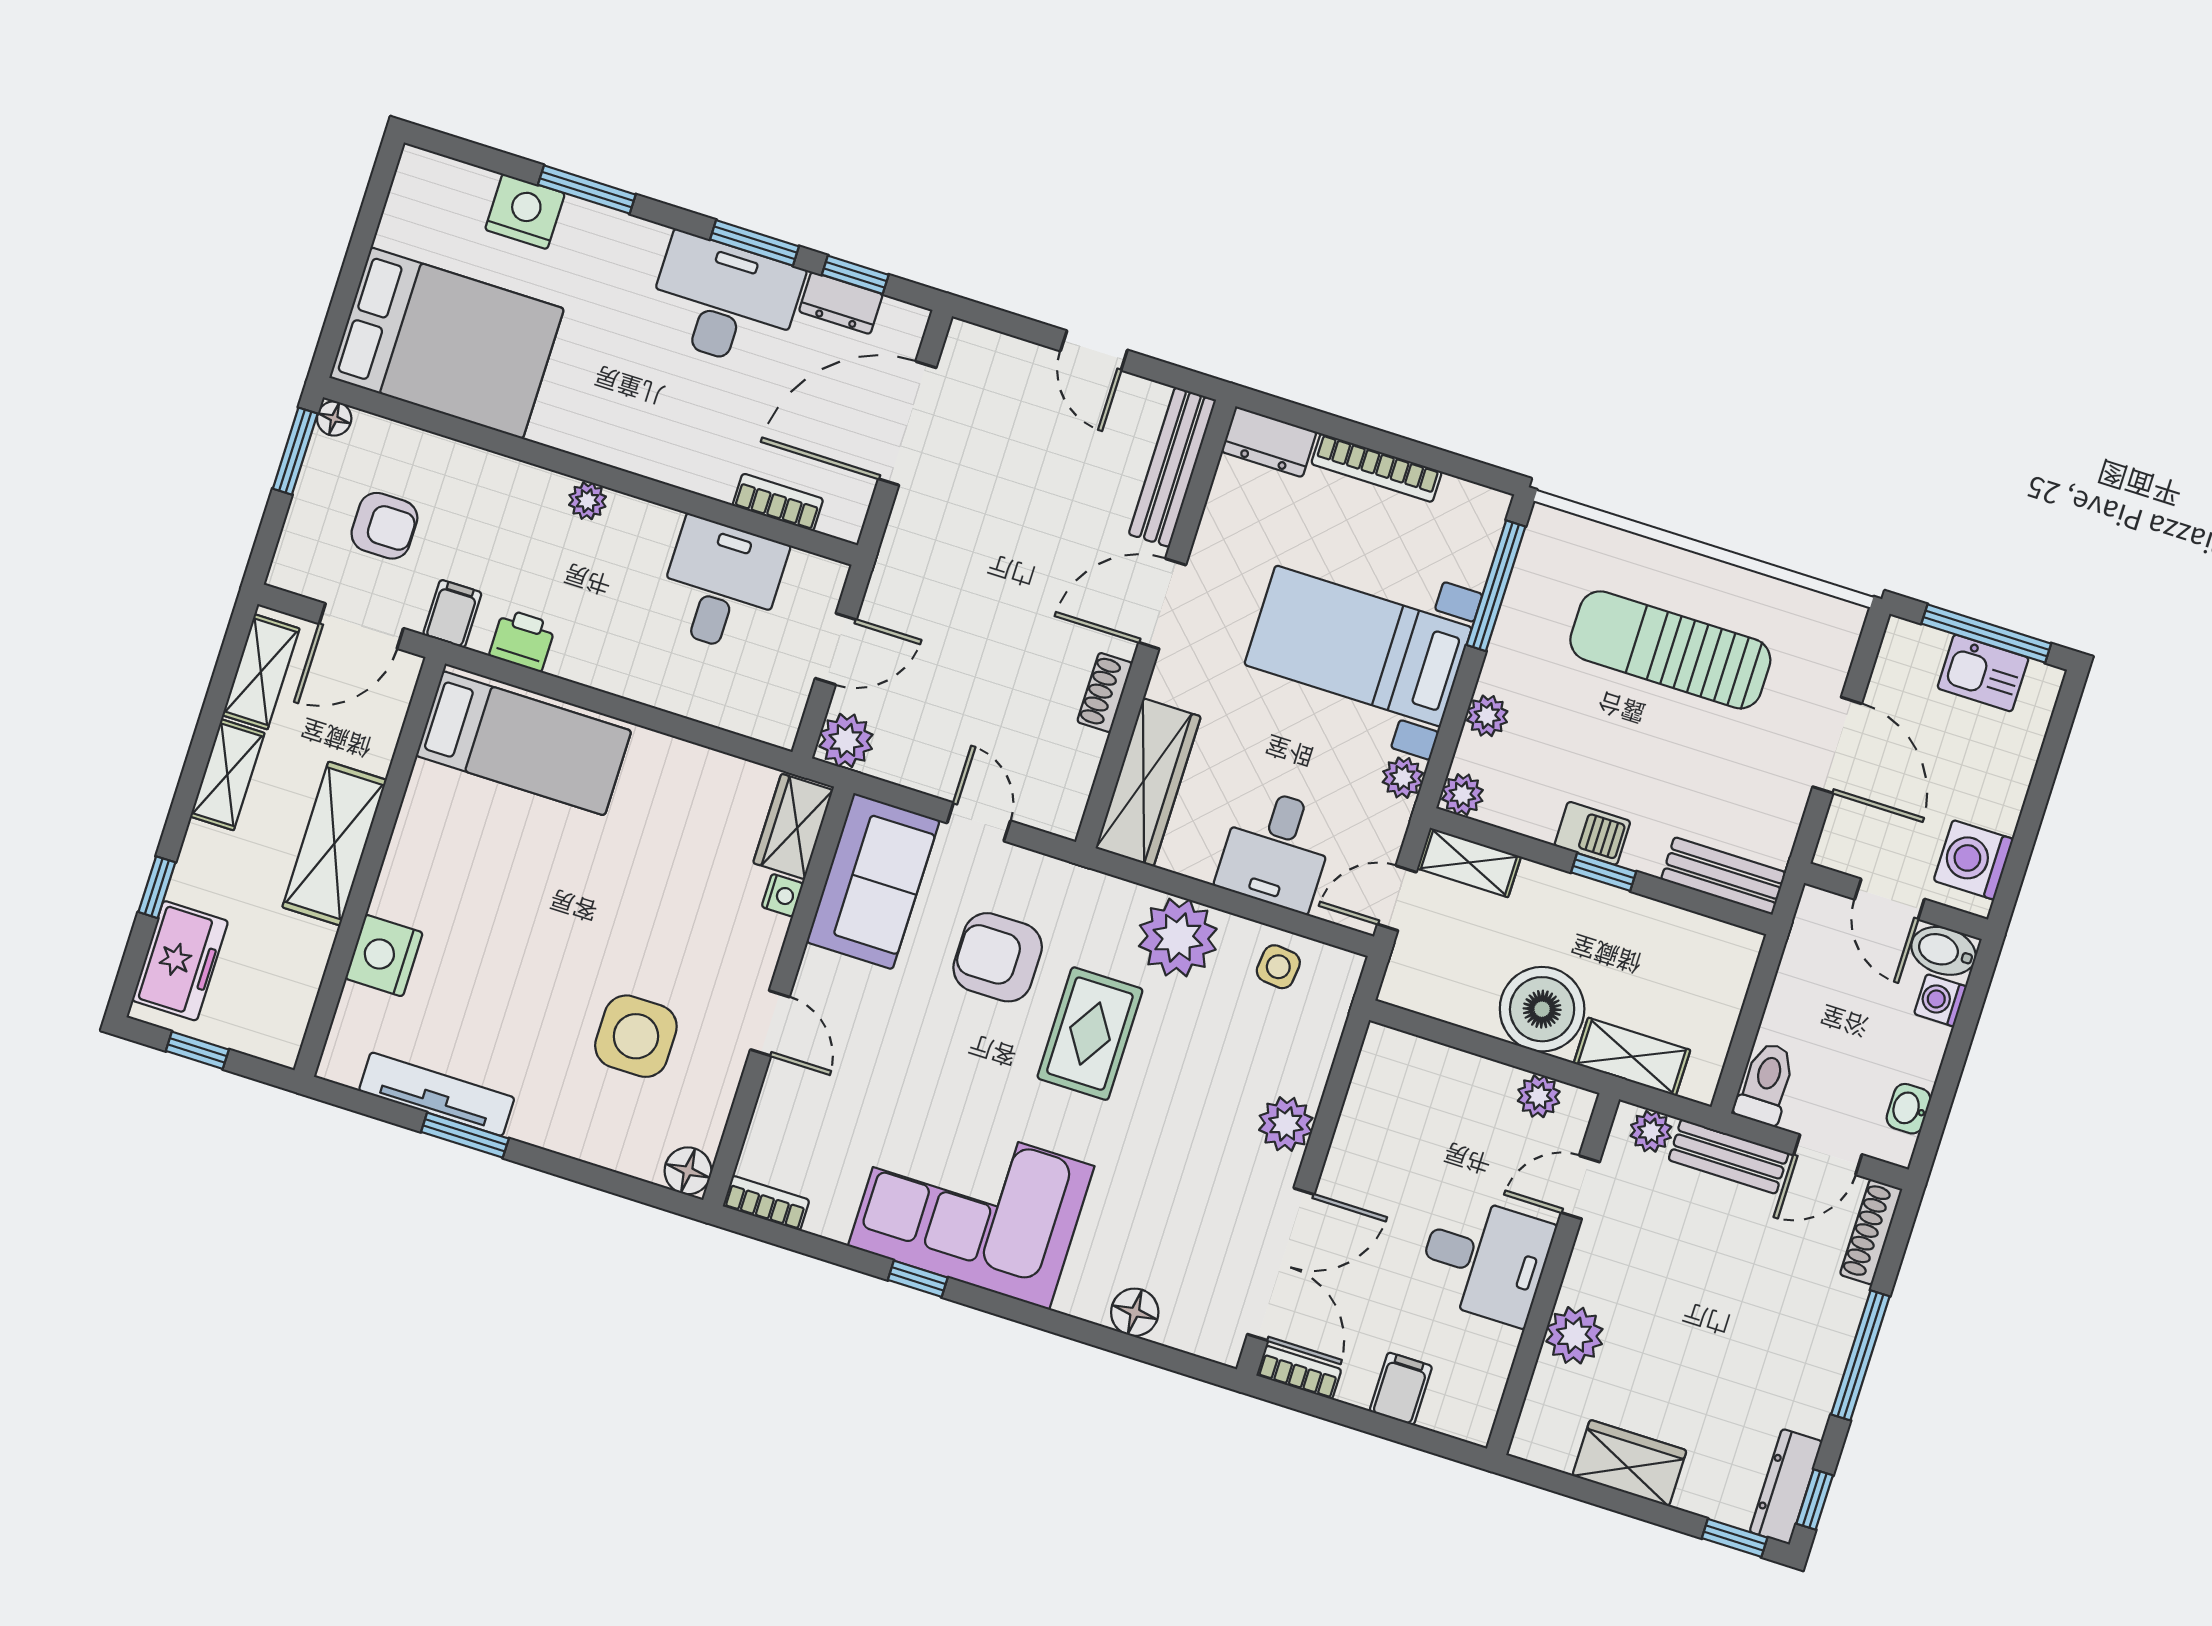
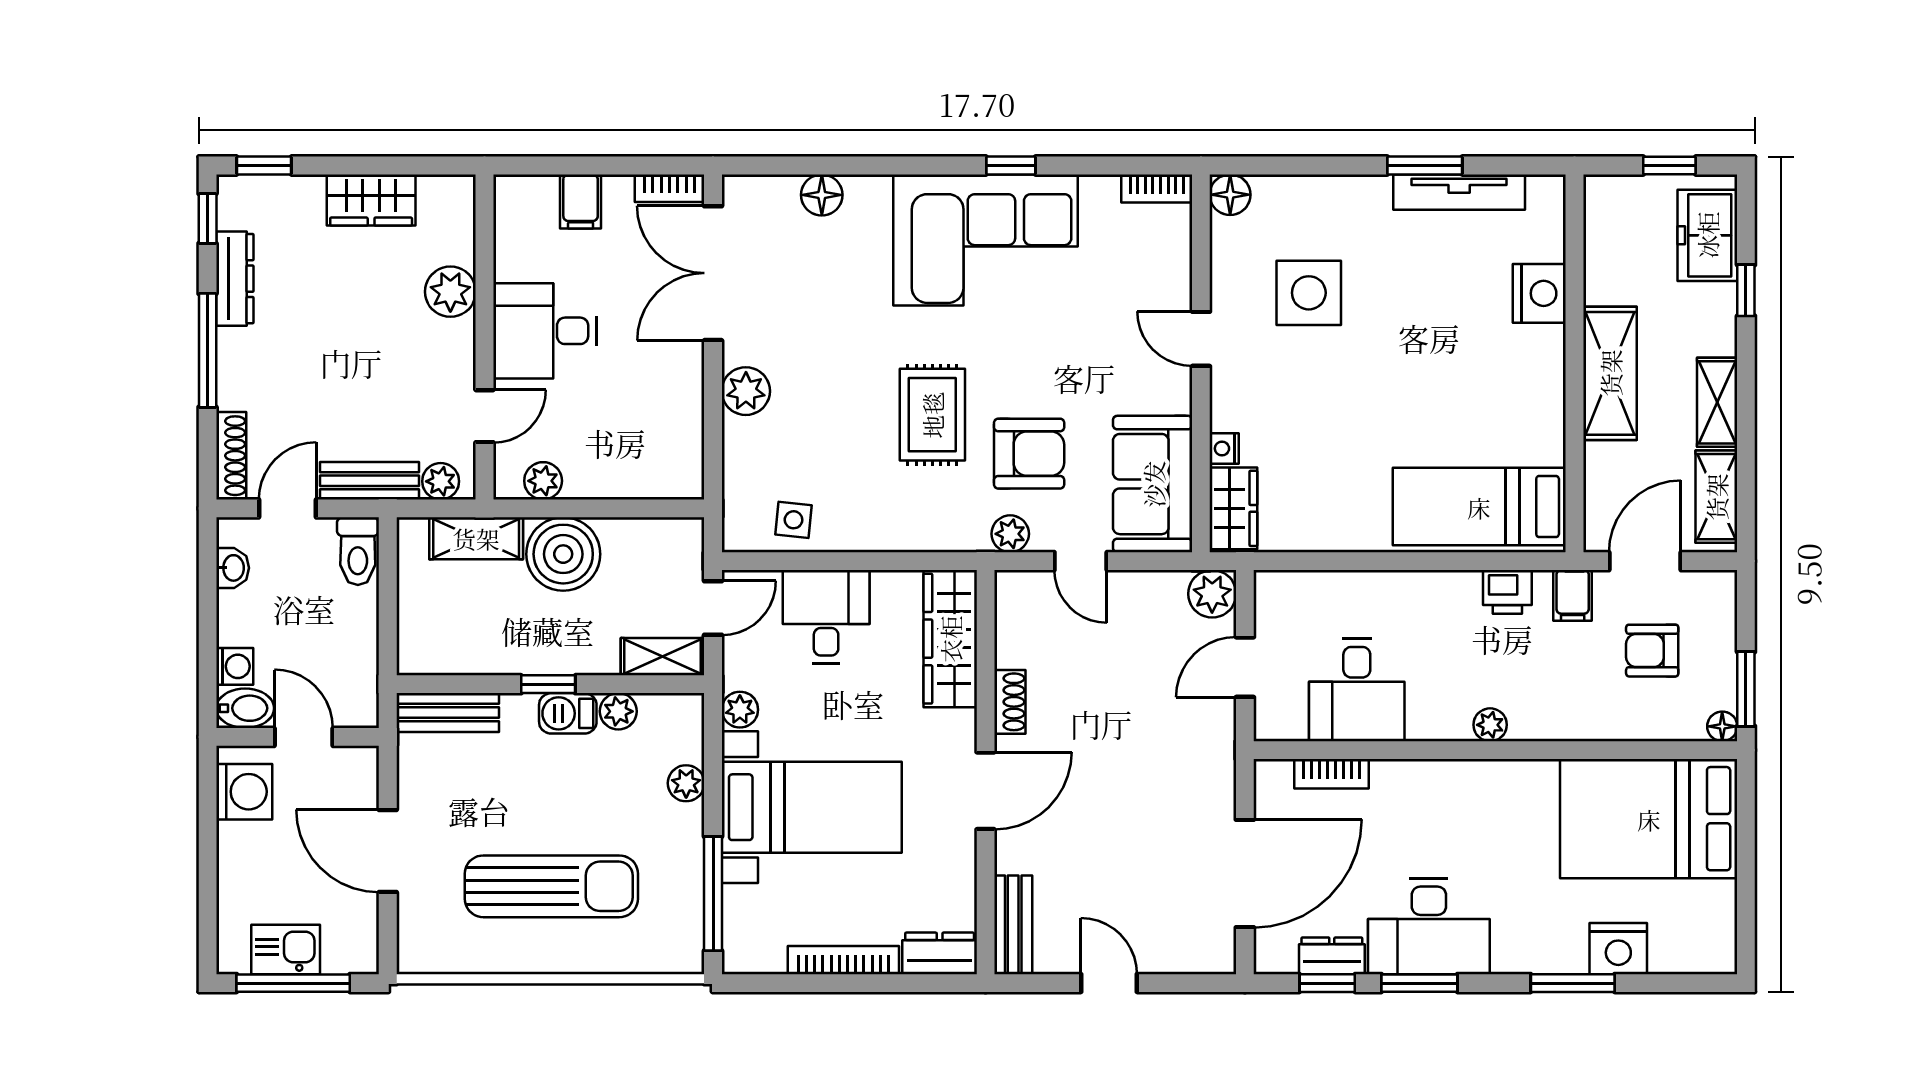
bench: (1172, 467) -> (1013, 925), width x0.73
plant: (1462, 795) -> (618, 711), moved
plant: (1178, 938) -> (1010, 534), moved, width x0.53, depth x0.53
dresser: (1786, 1487) -> (235, 279), moved

